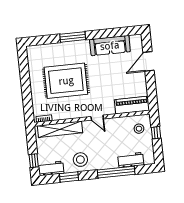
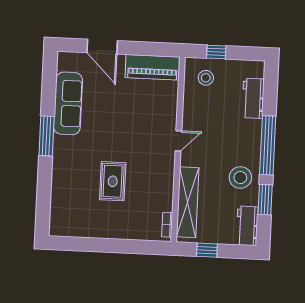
window: (73, 37) -> (47, 136), moved
rug: (66, 81) -> (113, 181), width x0.54, depth x0.49
piano: (132, 105) -> (153, 67), moved, turned -90
window: (34, 161) -> (207, 250), moved
window: (116, 172) -> (268, 145), moved

